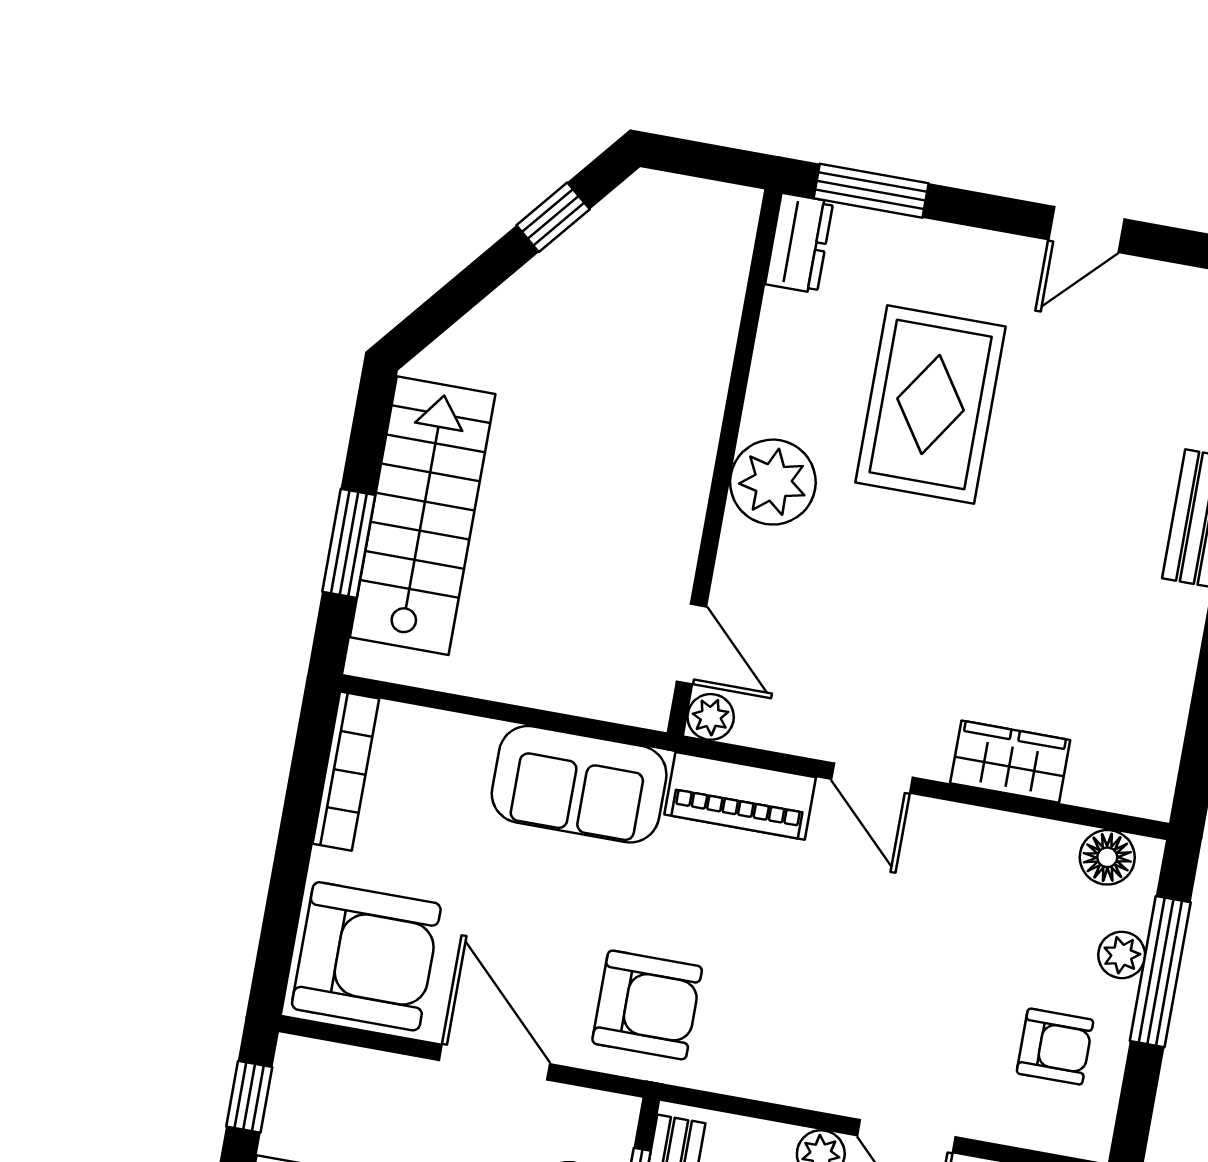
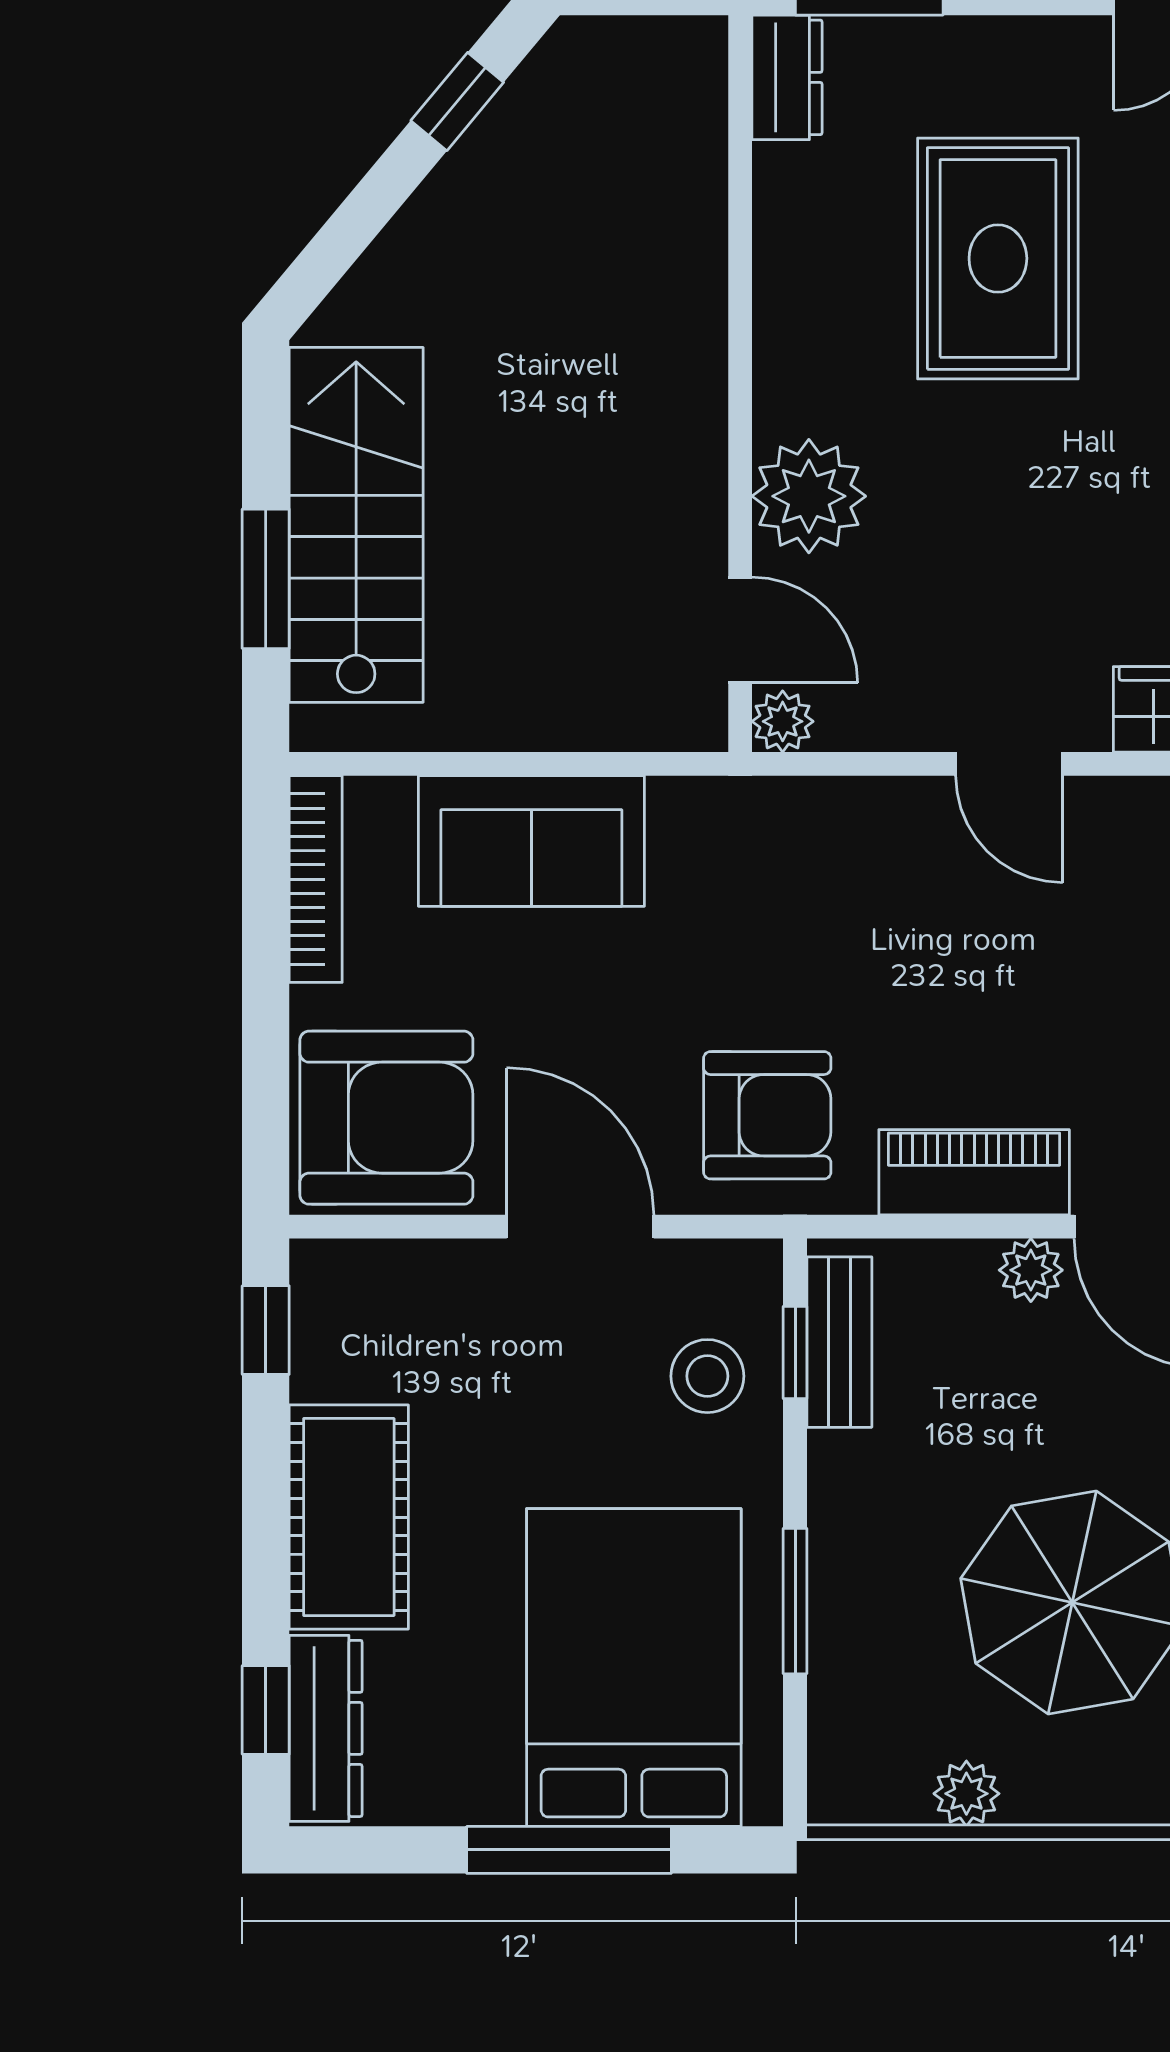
plant: (773, 482) -> (809, 496), moved
sofa: (579, 784) -> (531, 841), moved
piano: (740, 796) -> (974, 1172), moved, turned 180

